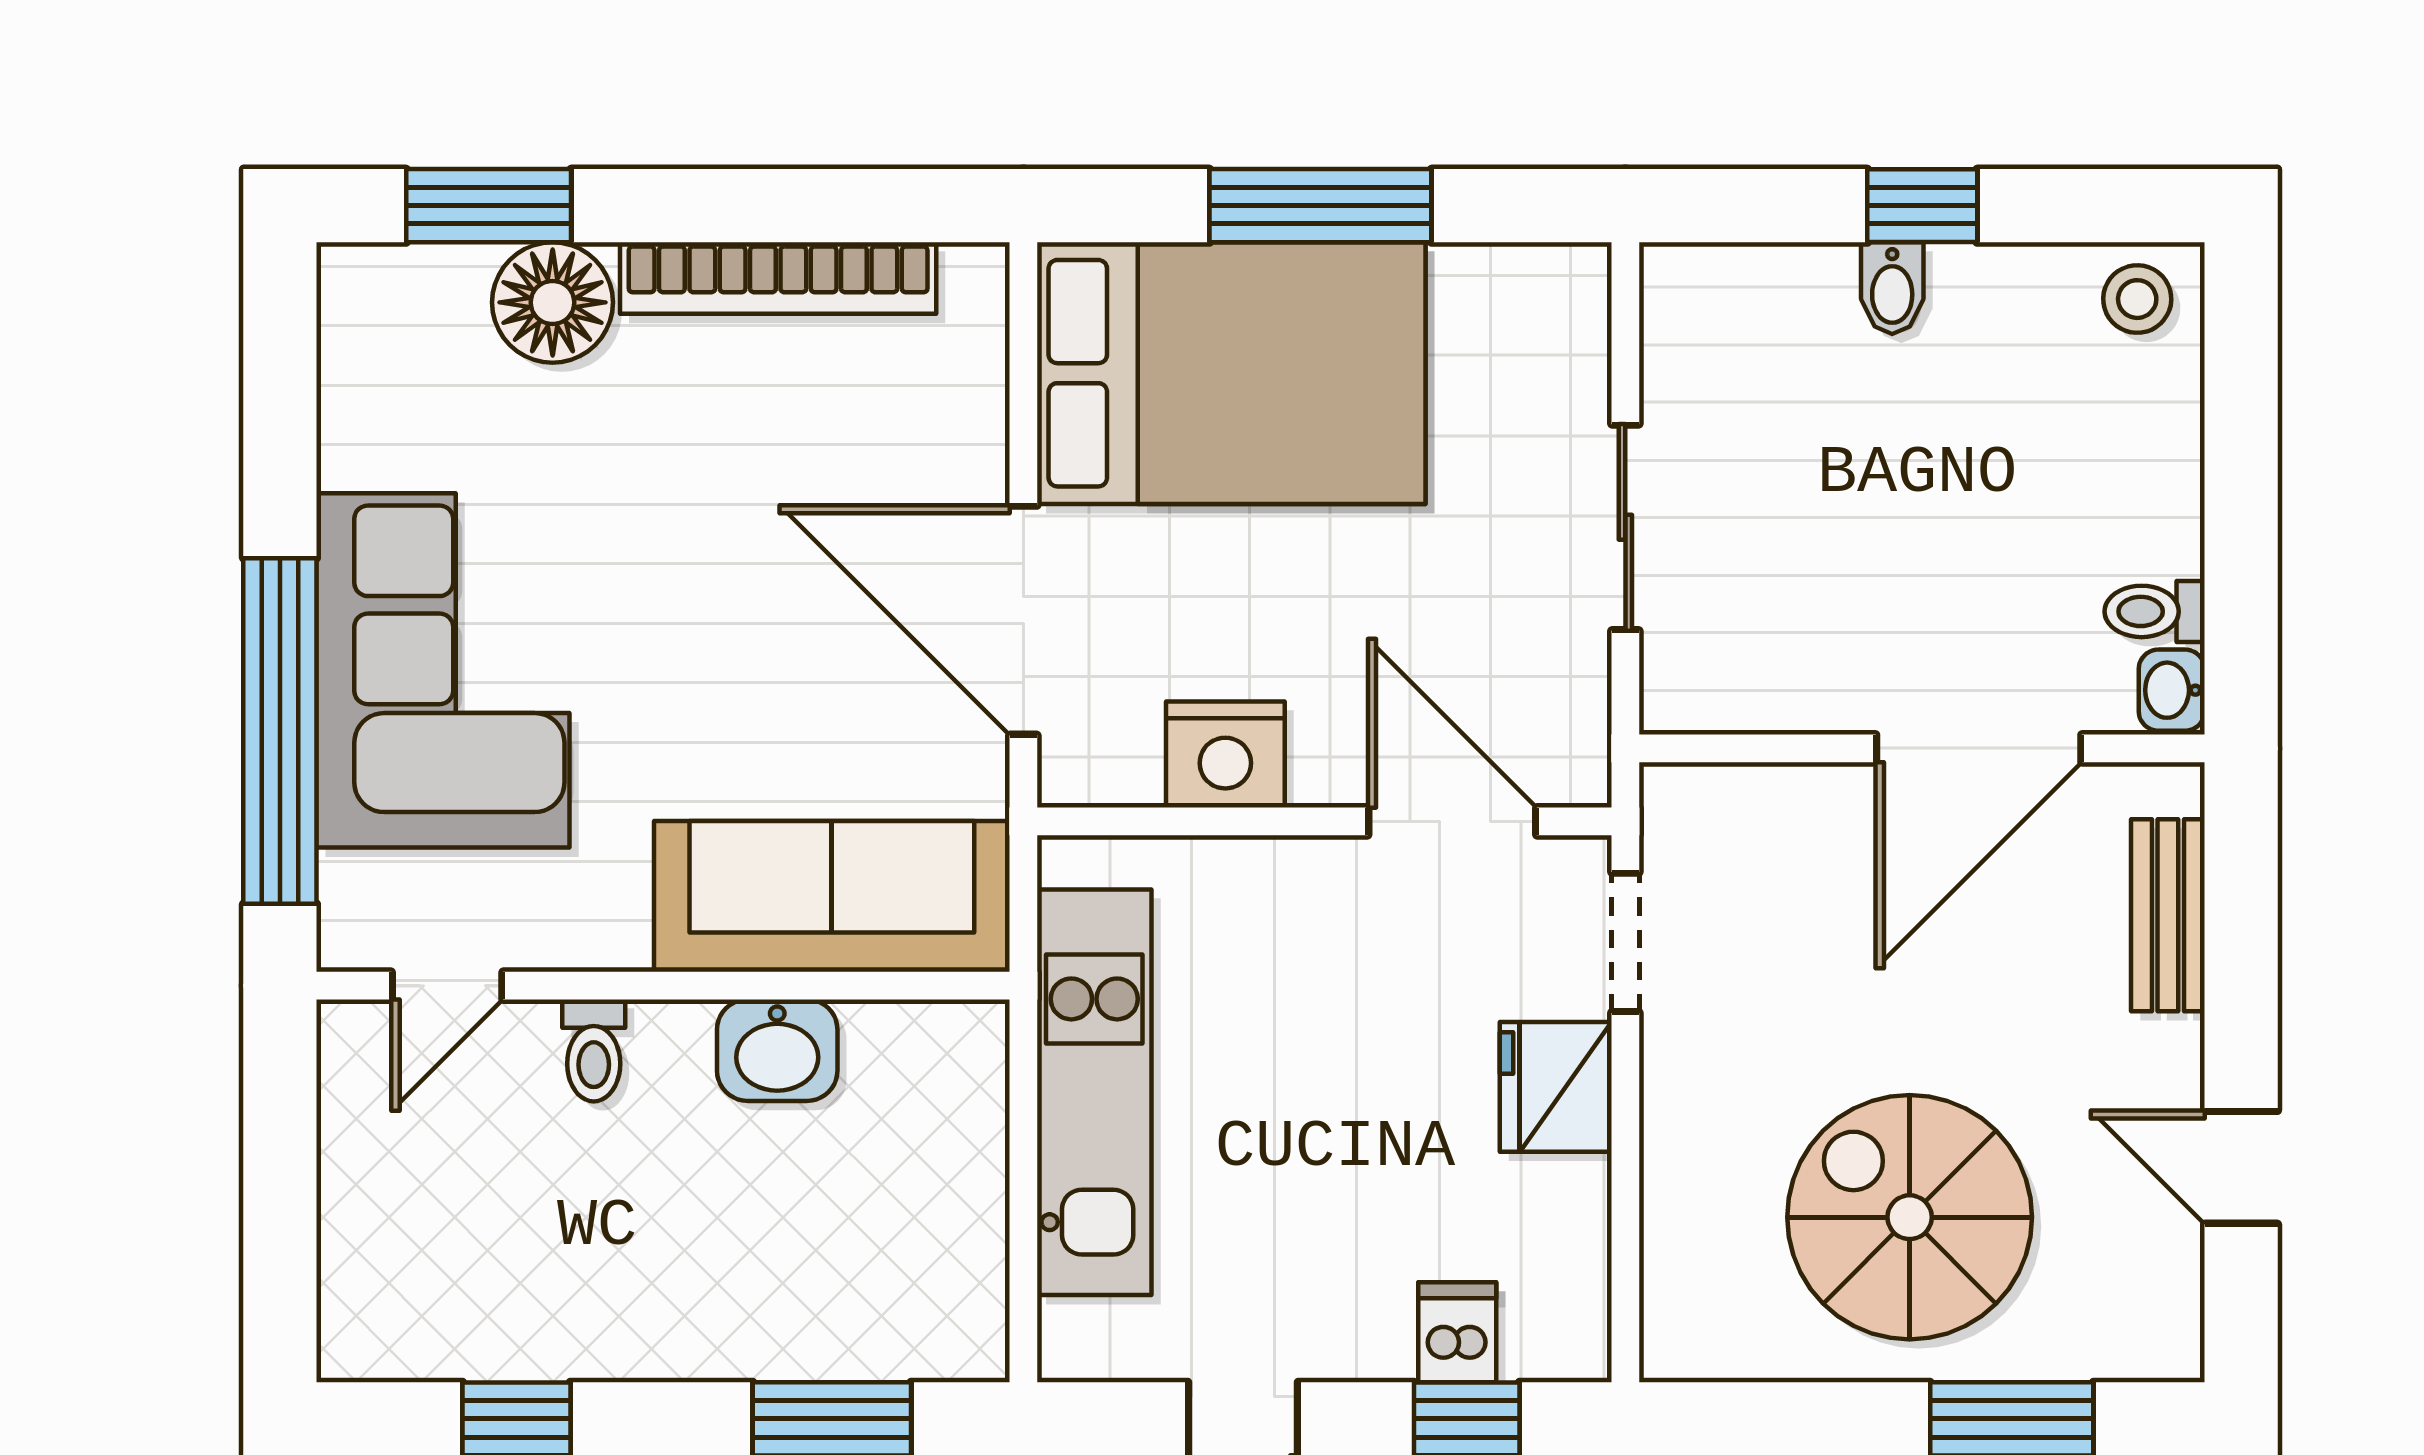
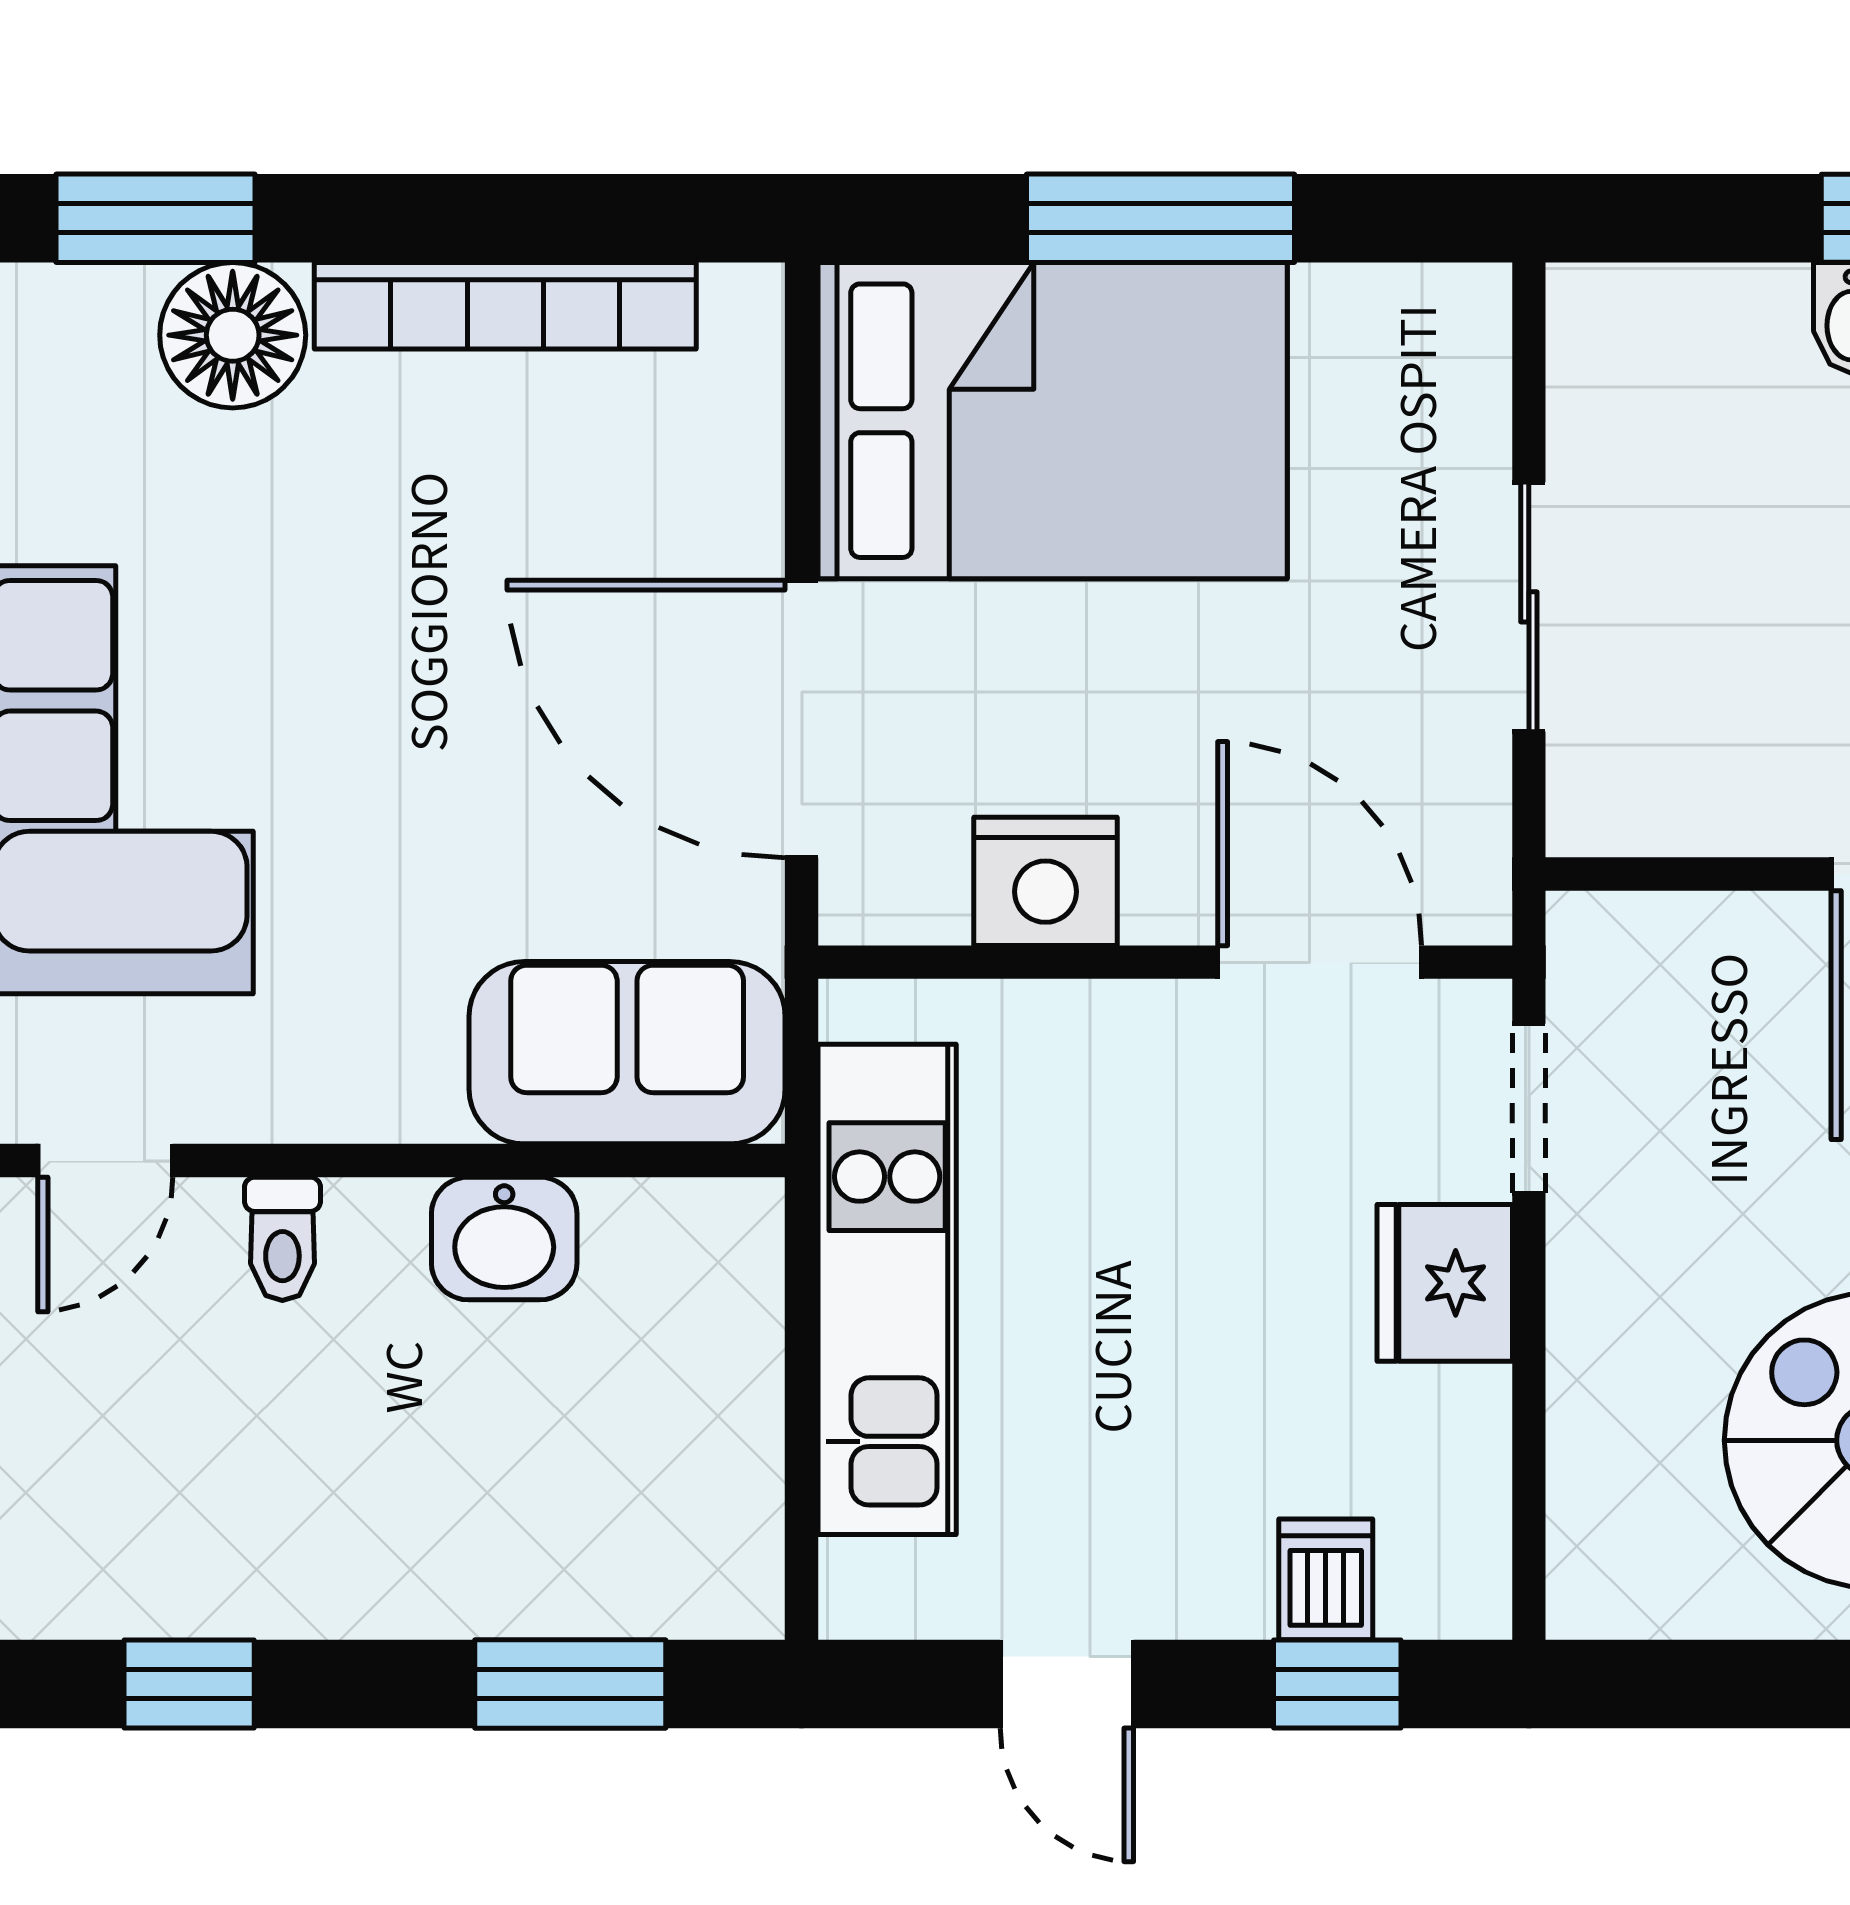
sofa: (832, 896) -> (627, 1053), width x0.73

